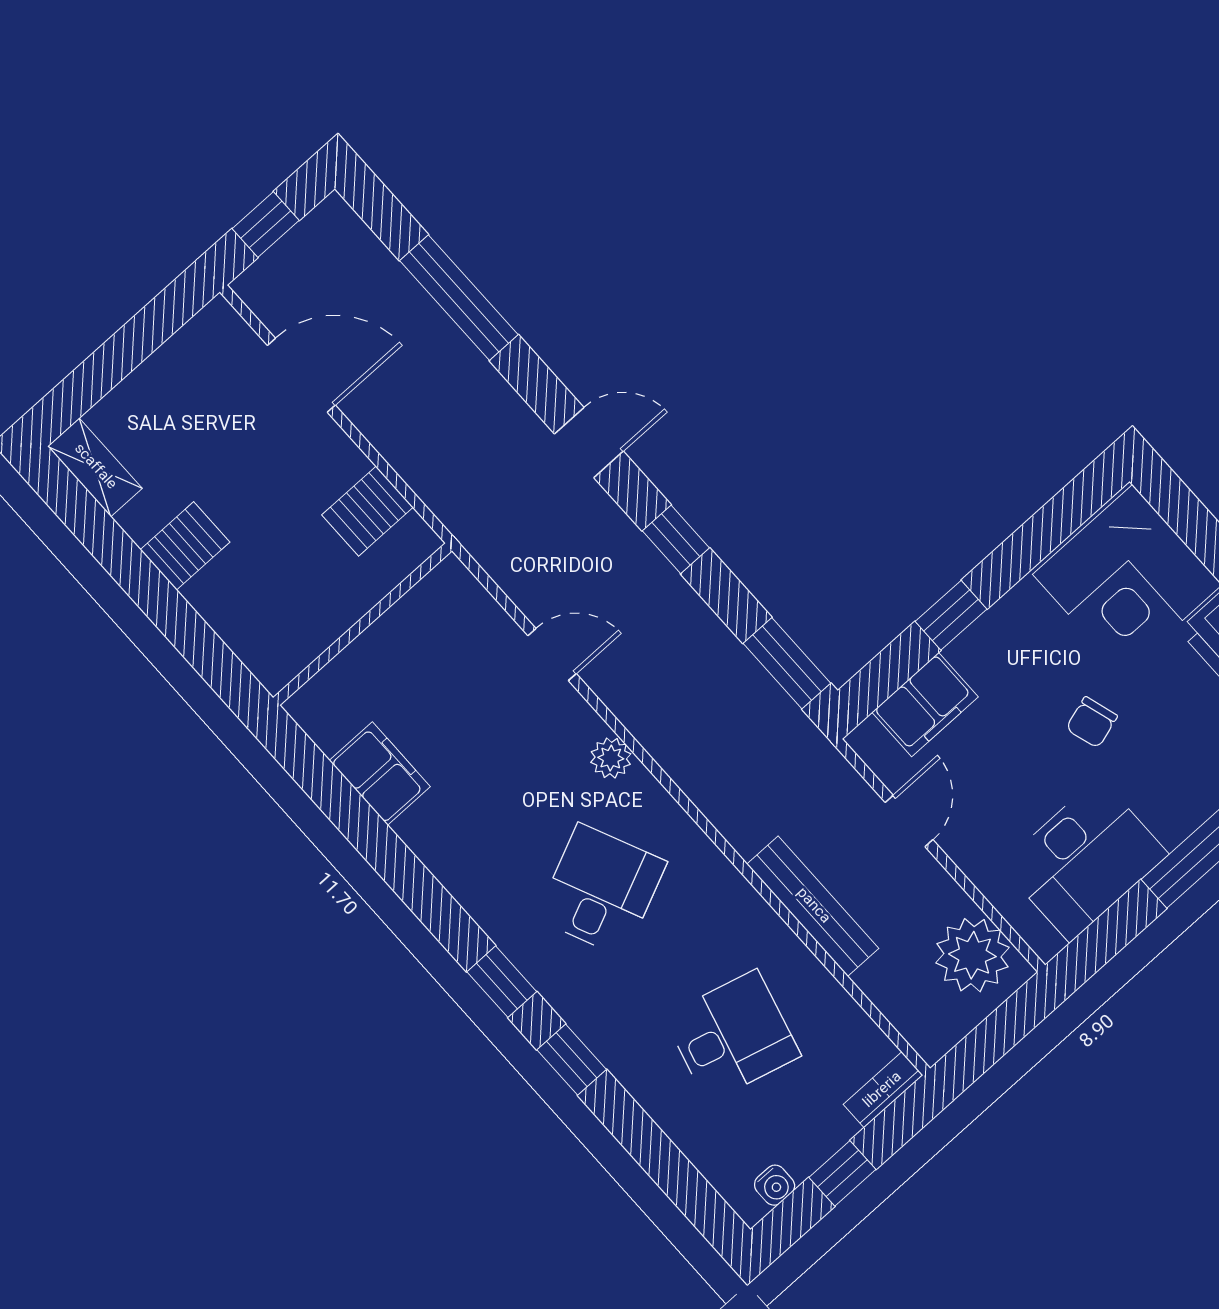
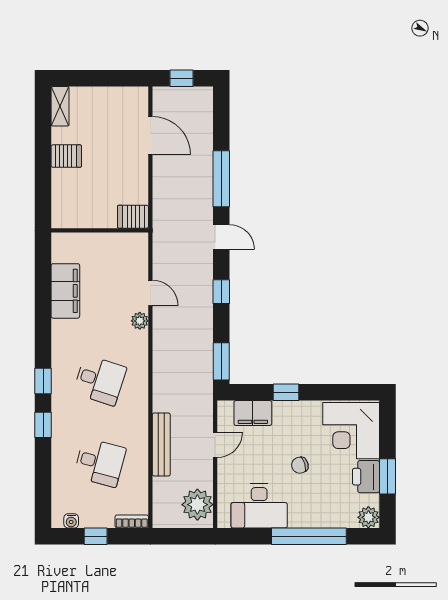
window: (459, 298) -> (221, 179), moved
server rack: (367, 511) -> (133, 217), moved
plant: (611, 758) -> (140, 321), moved
filing cabinet: (380, 773) -> (65, 291), width x1.50, depth x1.17
desk: (601, 890) -> (100, 380), turned 42

